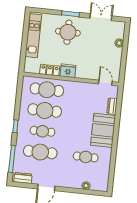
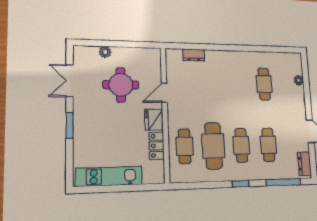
round table: (68, 32) -> (121, 85), moved
door: (105, 83) -> (164, 93), moved
cafe table: (47, 90) -> (185, 146), width x0.73, depth x0.74
booth: (103, 130) -> (227, 64), removed
cafe table: (40, 152) -> (268, 145), width x0.73, depth x0.74

